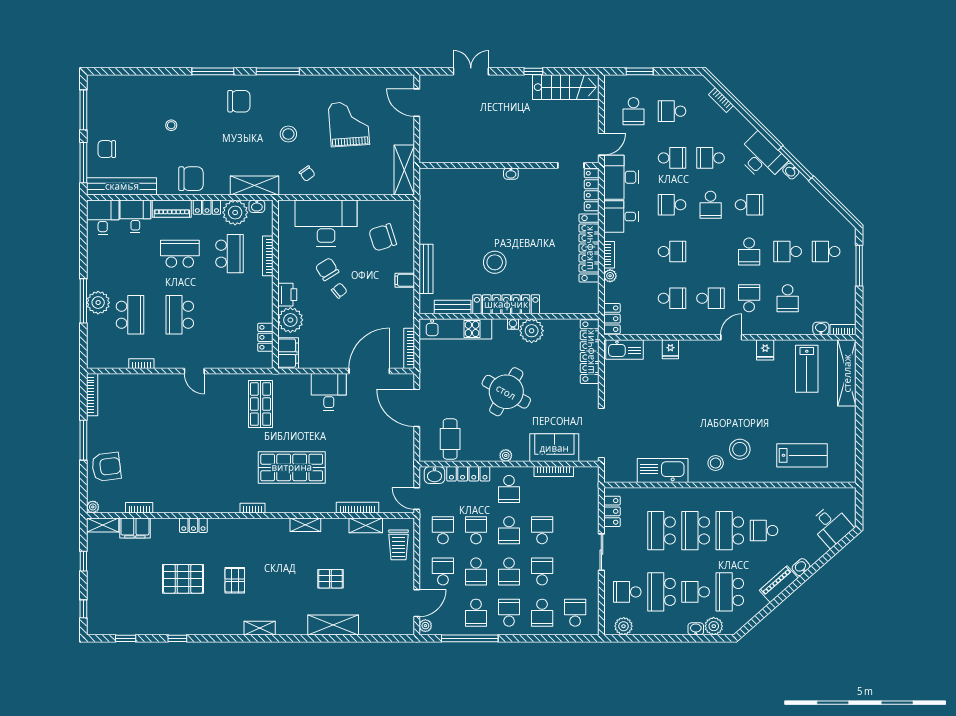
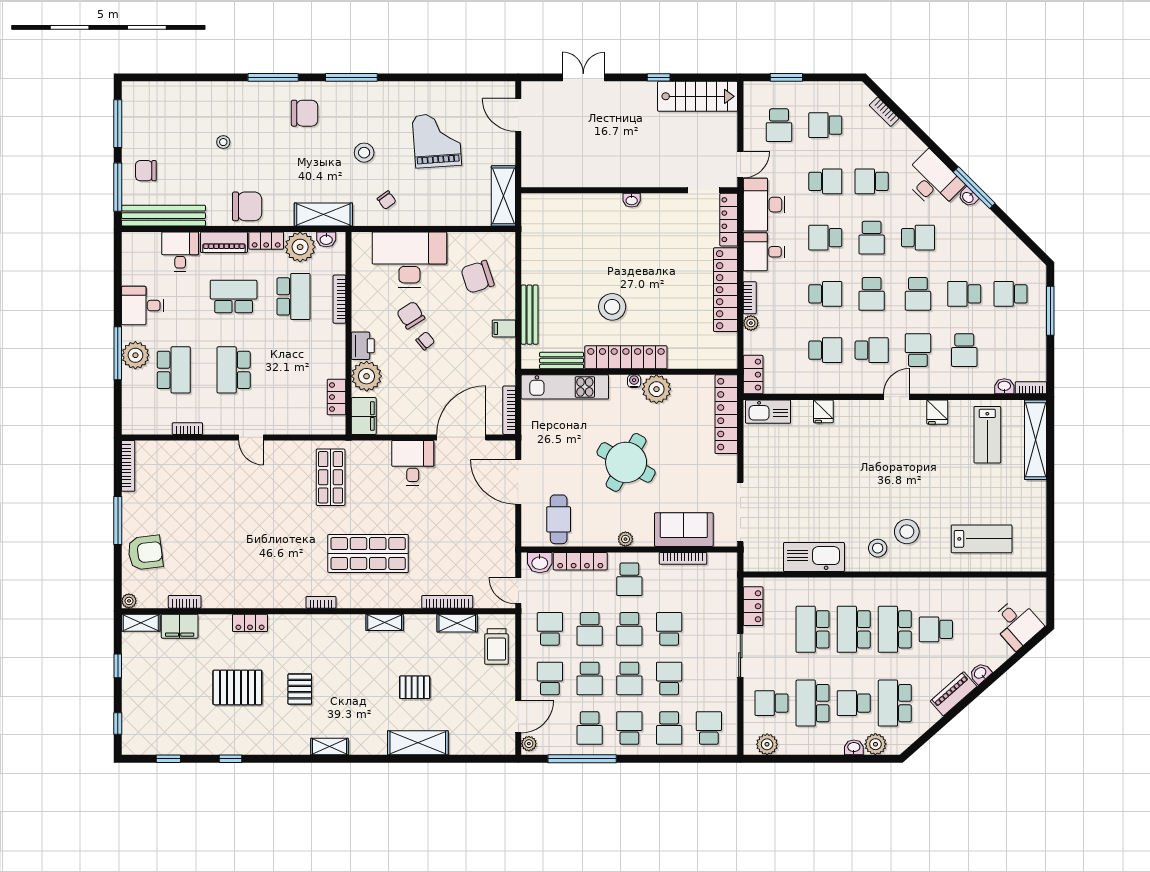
desk: (103, 217) -> (142, 306), moved, turned -90
school desk: (711, 251) -> (872, 294), added
school desk: (476, 530) -> (590, 629), turned 180

